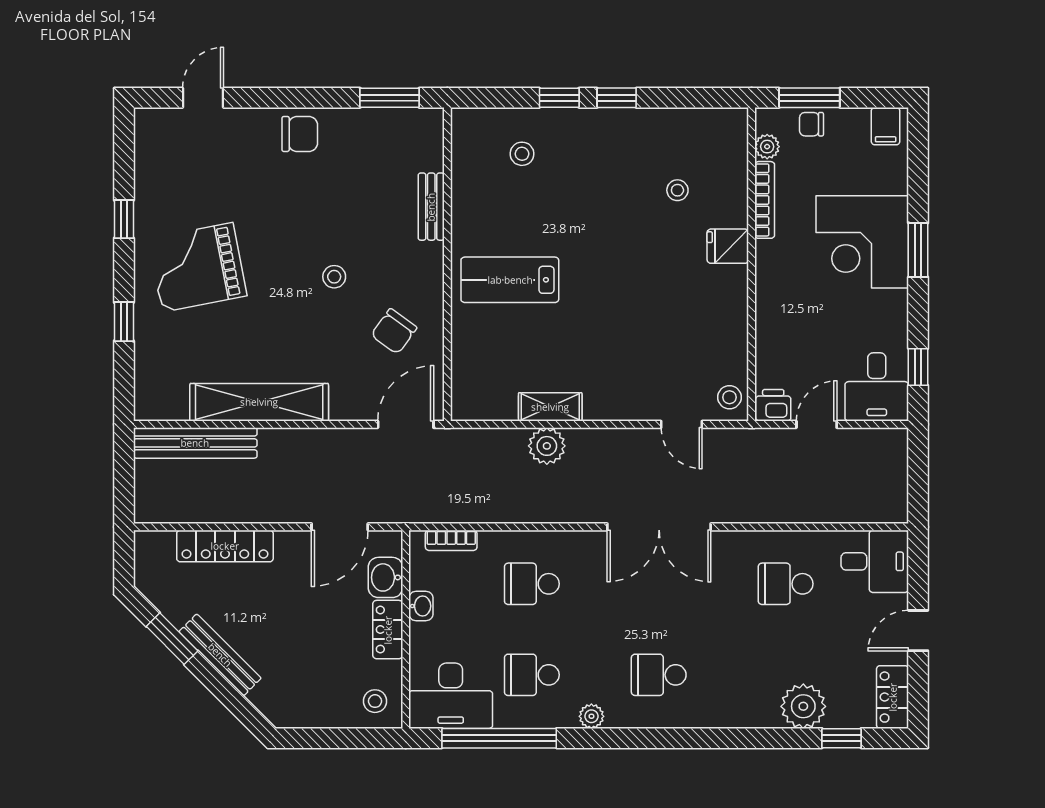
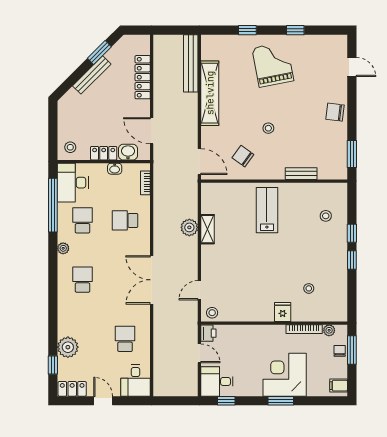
chair: (300, 134) -> (335, 112), turned 97
school desk: (532, 584) -> (125, 220), turned -90

